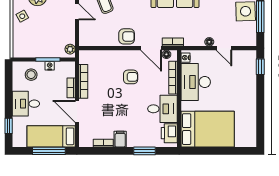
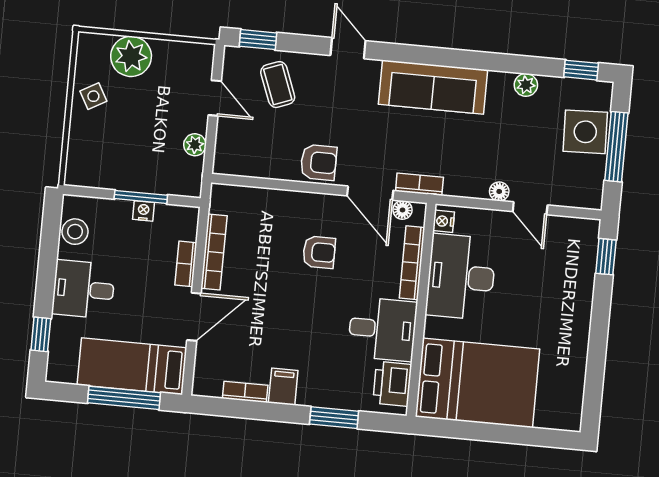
plant: (70, 49) -> (195, 145), moved
stool: (31, 75) -> (75, 232), moved
door: (77, 111) -> (194, 317), swing flipped

